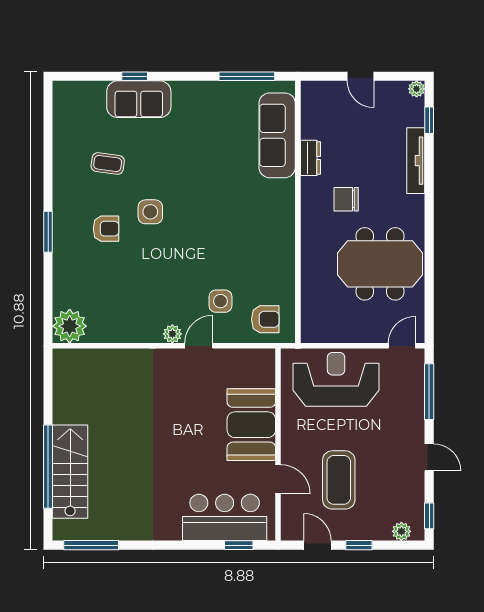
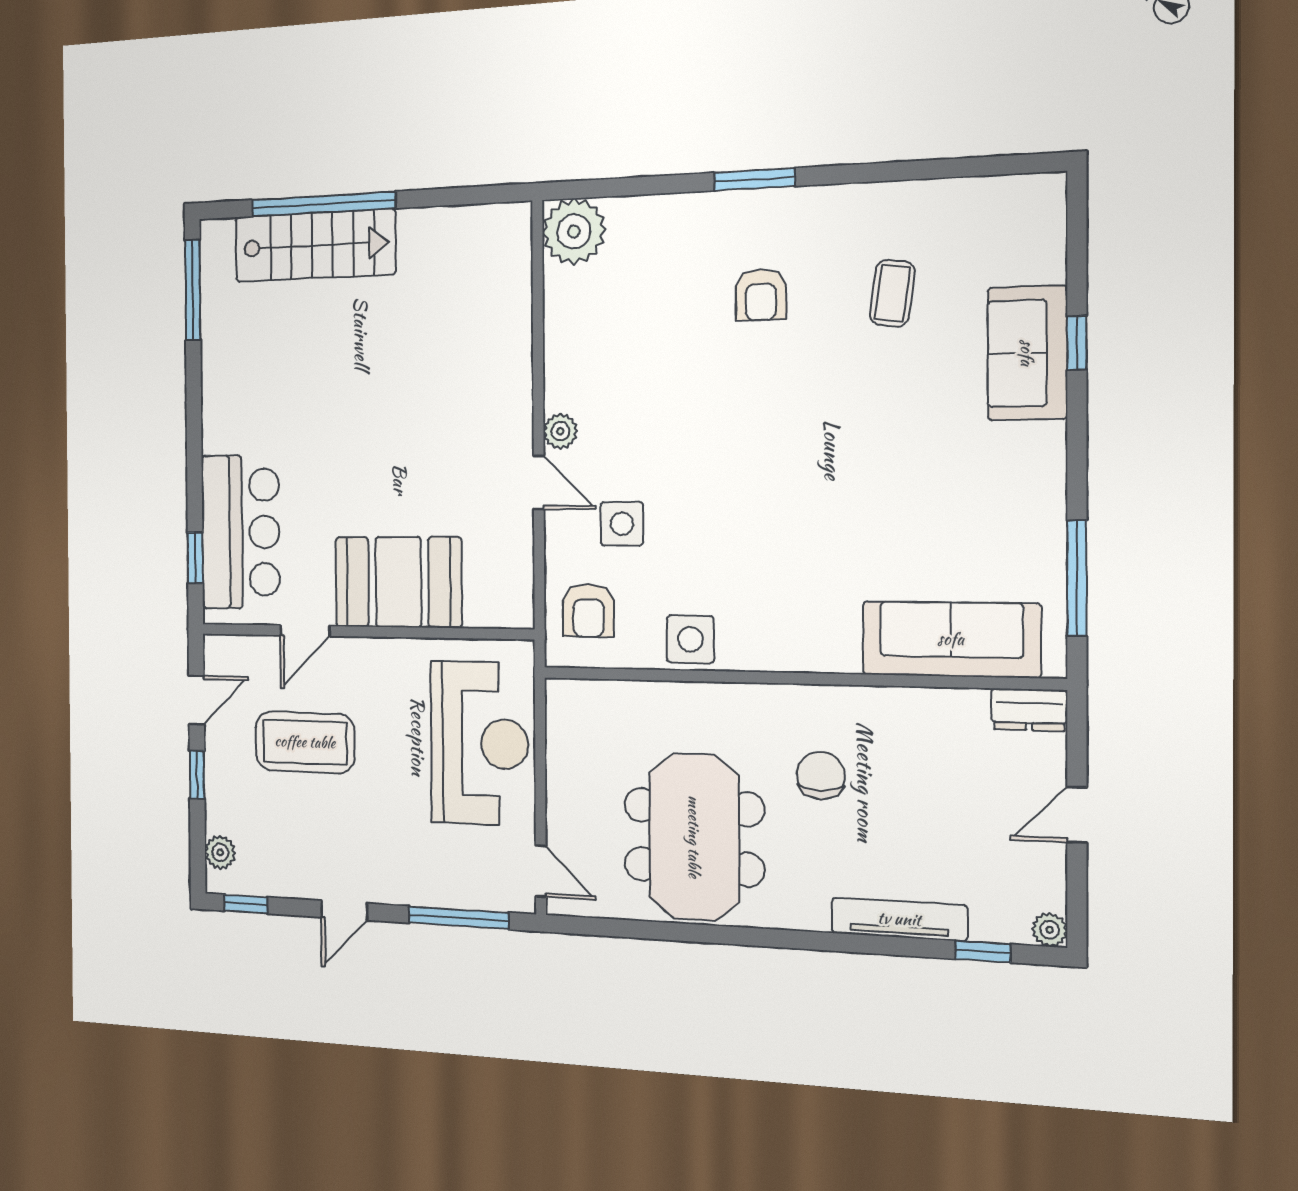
dresser: (310, 158) -> (1029, 710), moved
side table: (150, 212) -> (690, 639), moved

